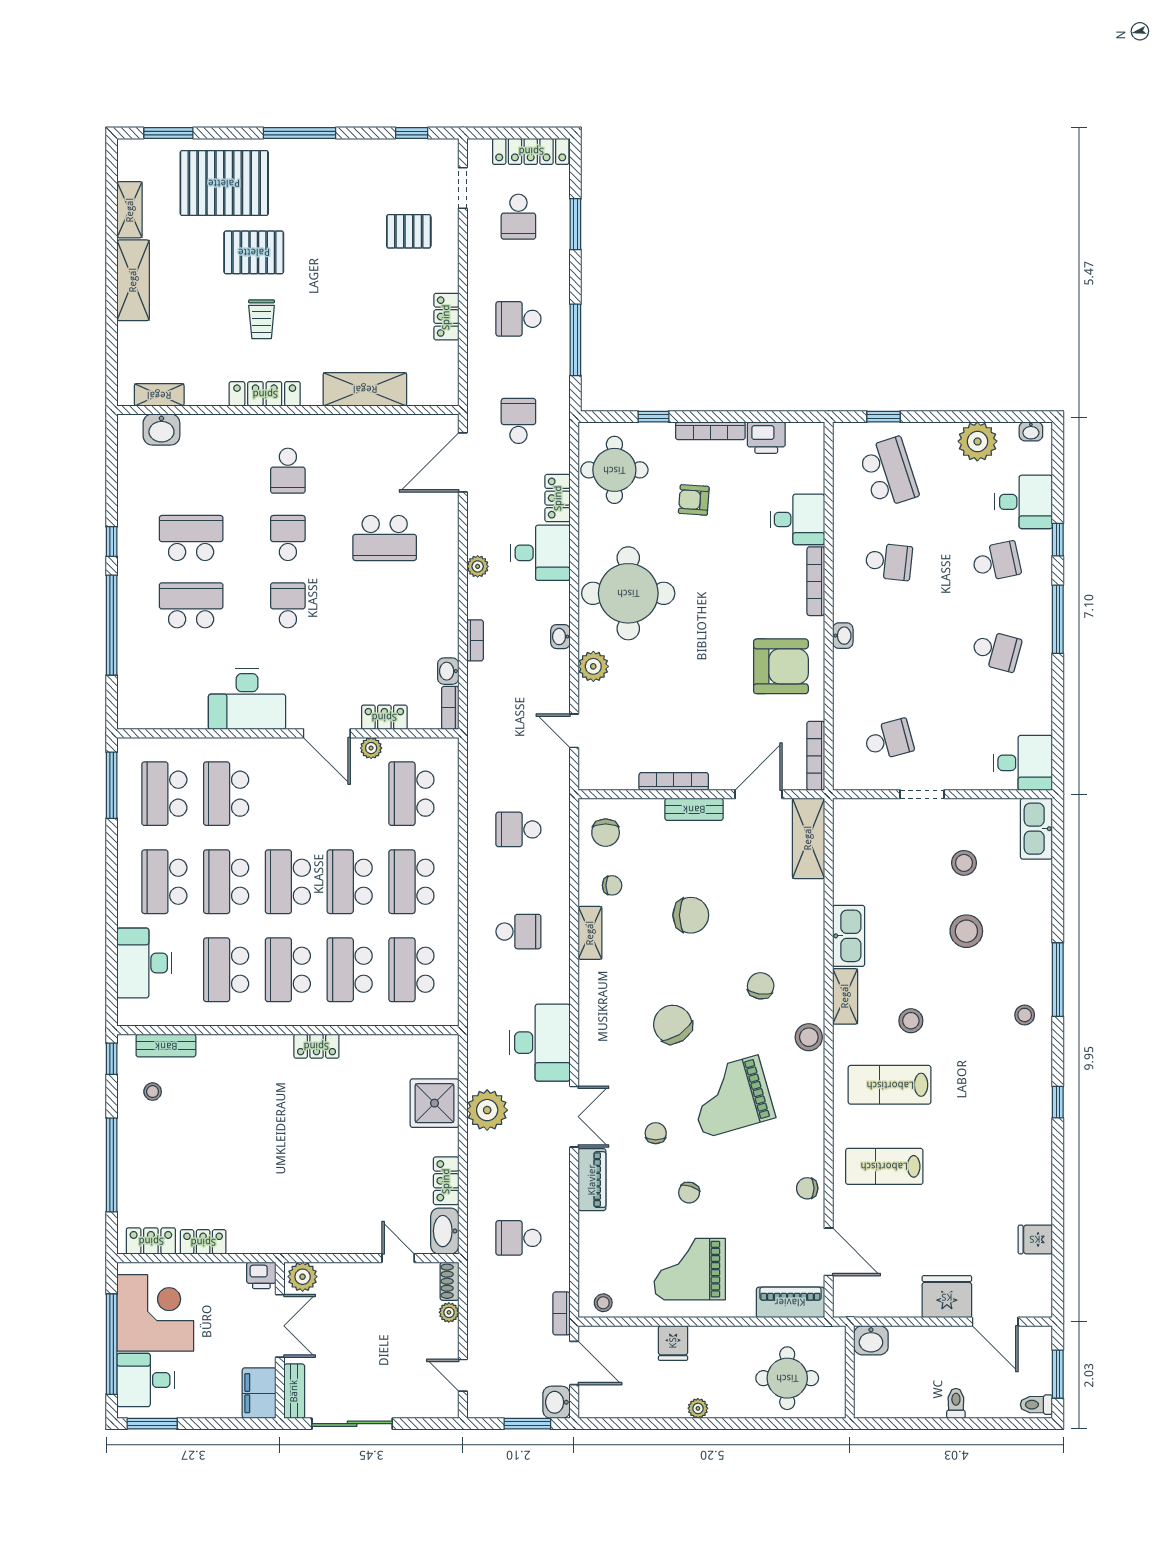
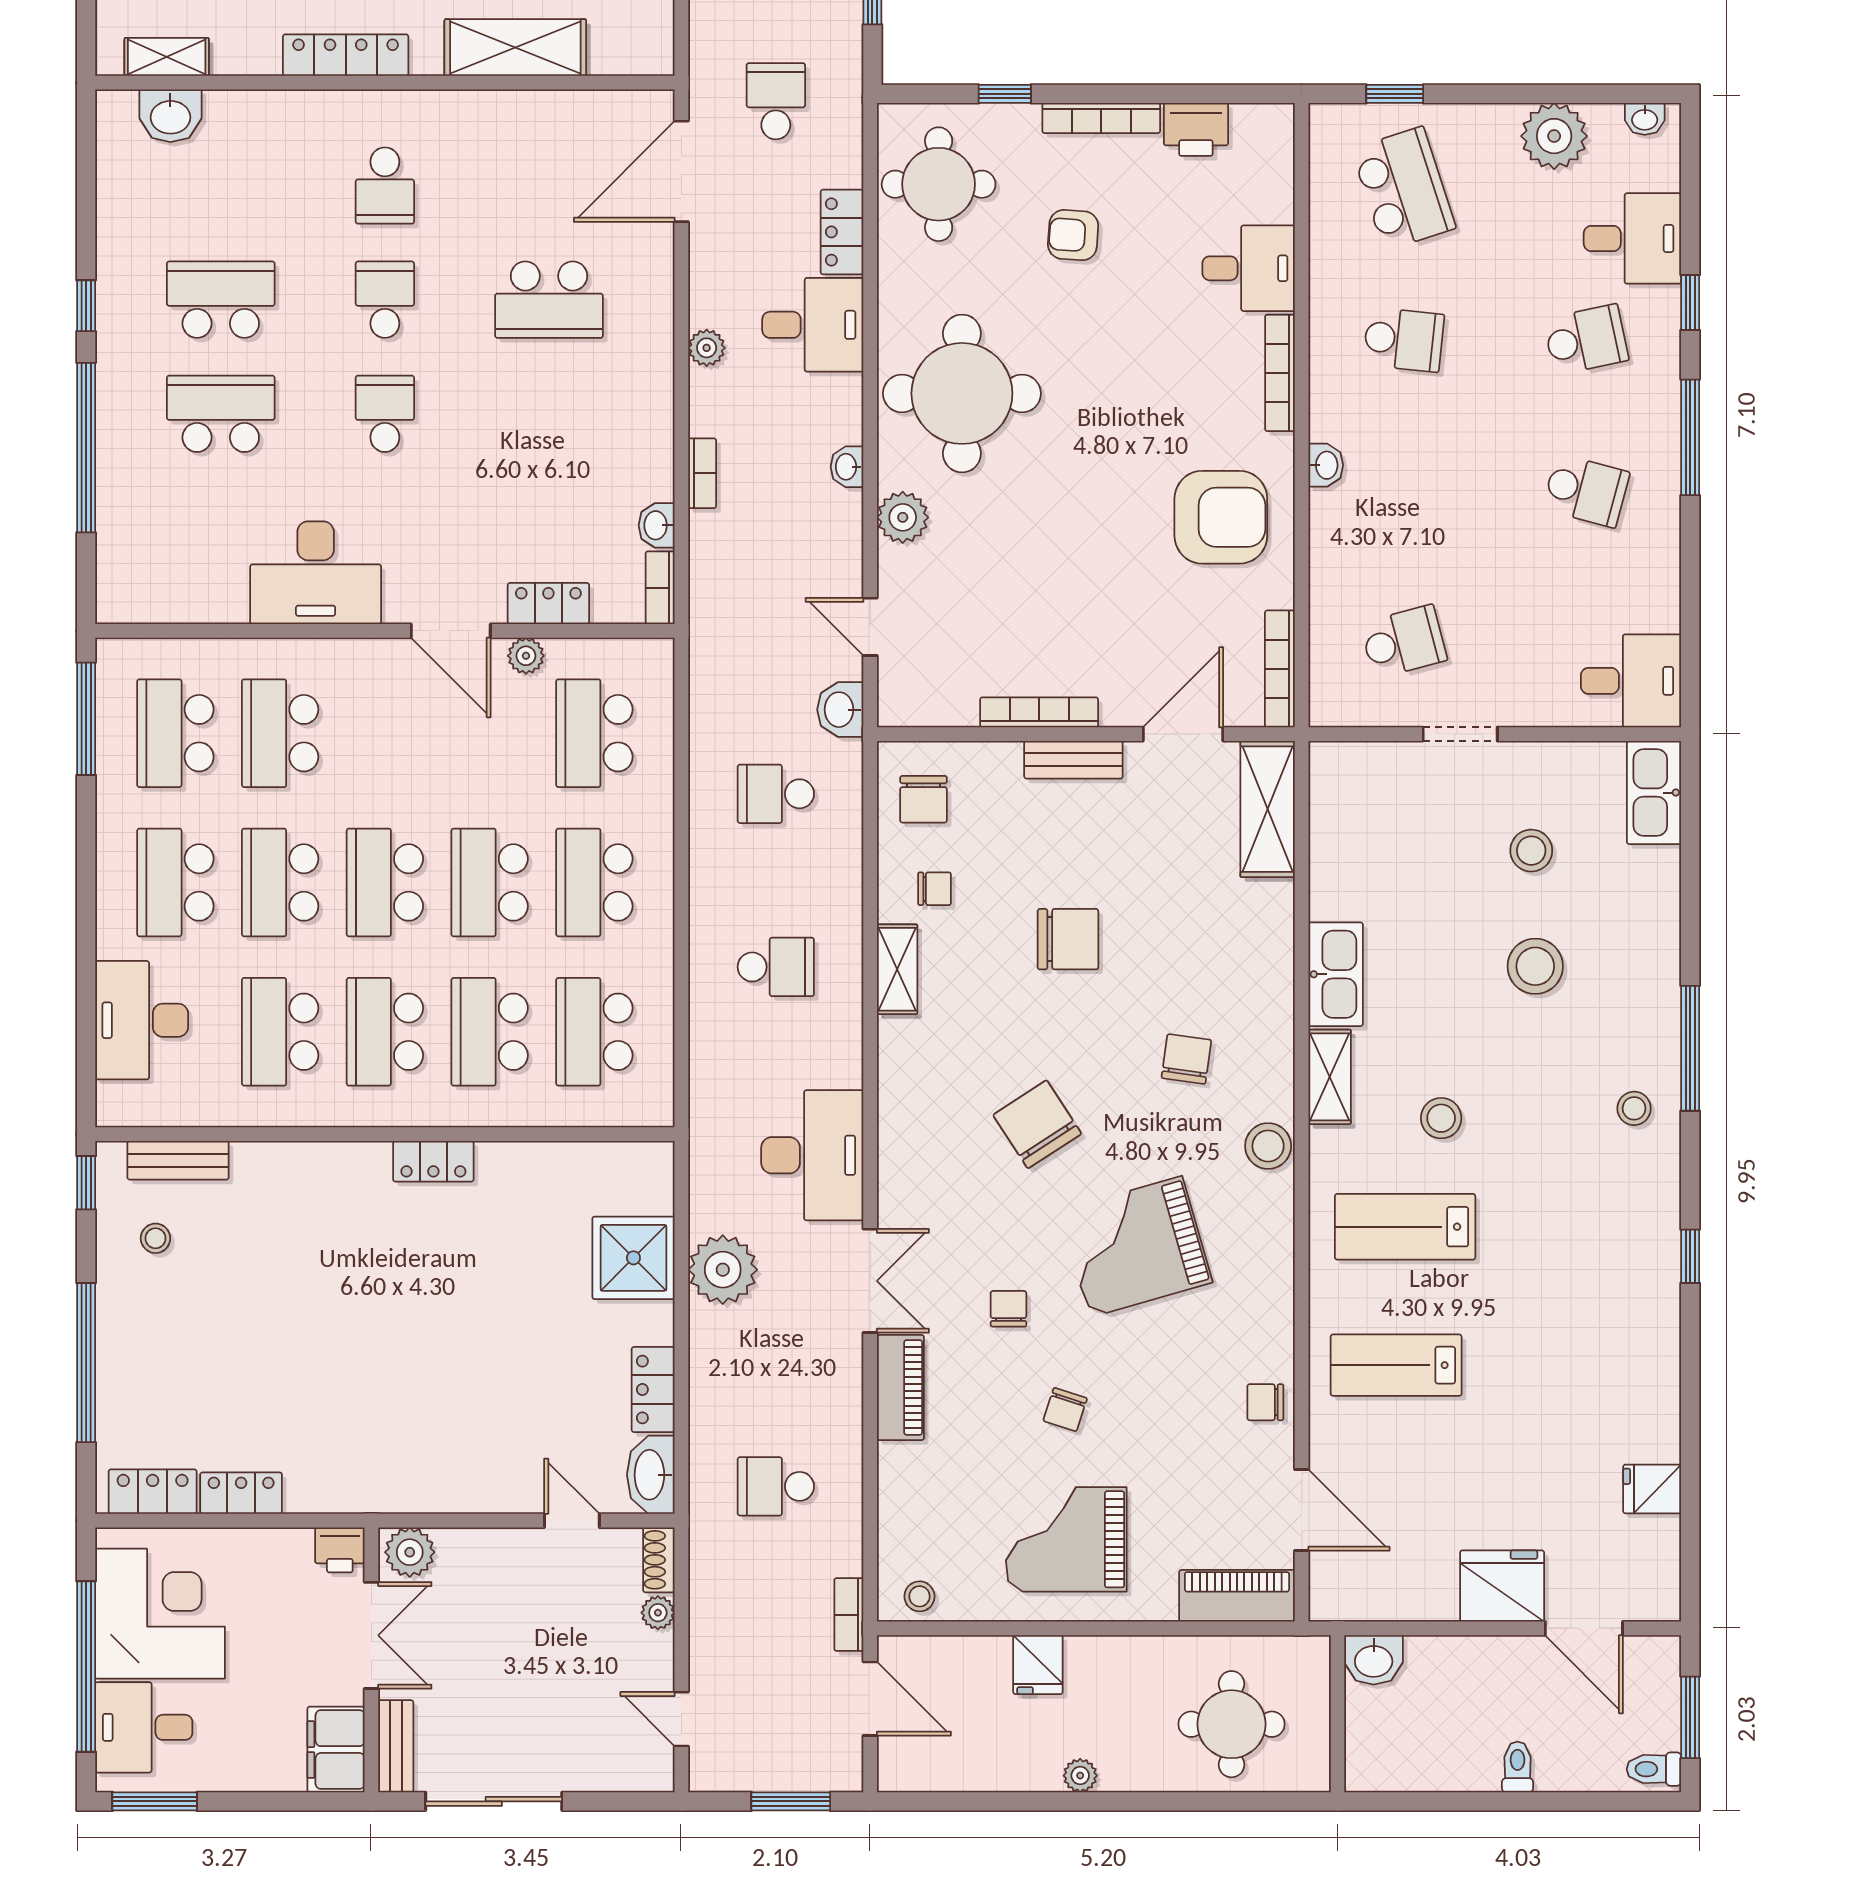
washbasin: (556, 1402) -> (840, 710), moved

